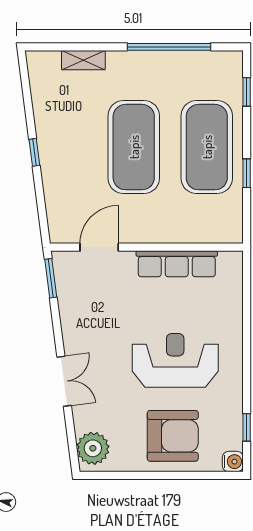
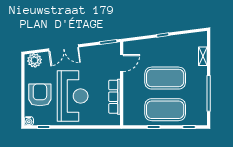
door: (99, 247) -> (122, 63), hinge flipped
reception desk: (175, 360) -> (73, 96), width x1.36, depth x1.30
double door: (64, 381) -> (64, 48), width x1.37
armchair: (173, 436) -> (40, 95), turned 180

